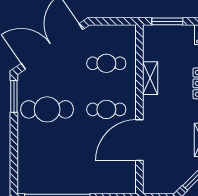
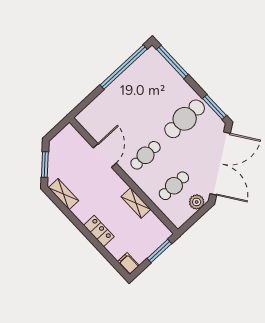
plant: (100, 33) -> (197, 202), added
door: (139, 140) -> (105, 155), width x0.73
window: (14, 165) -> (172, 62), added

